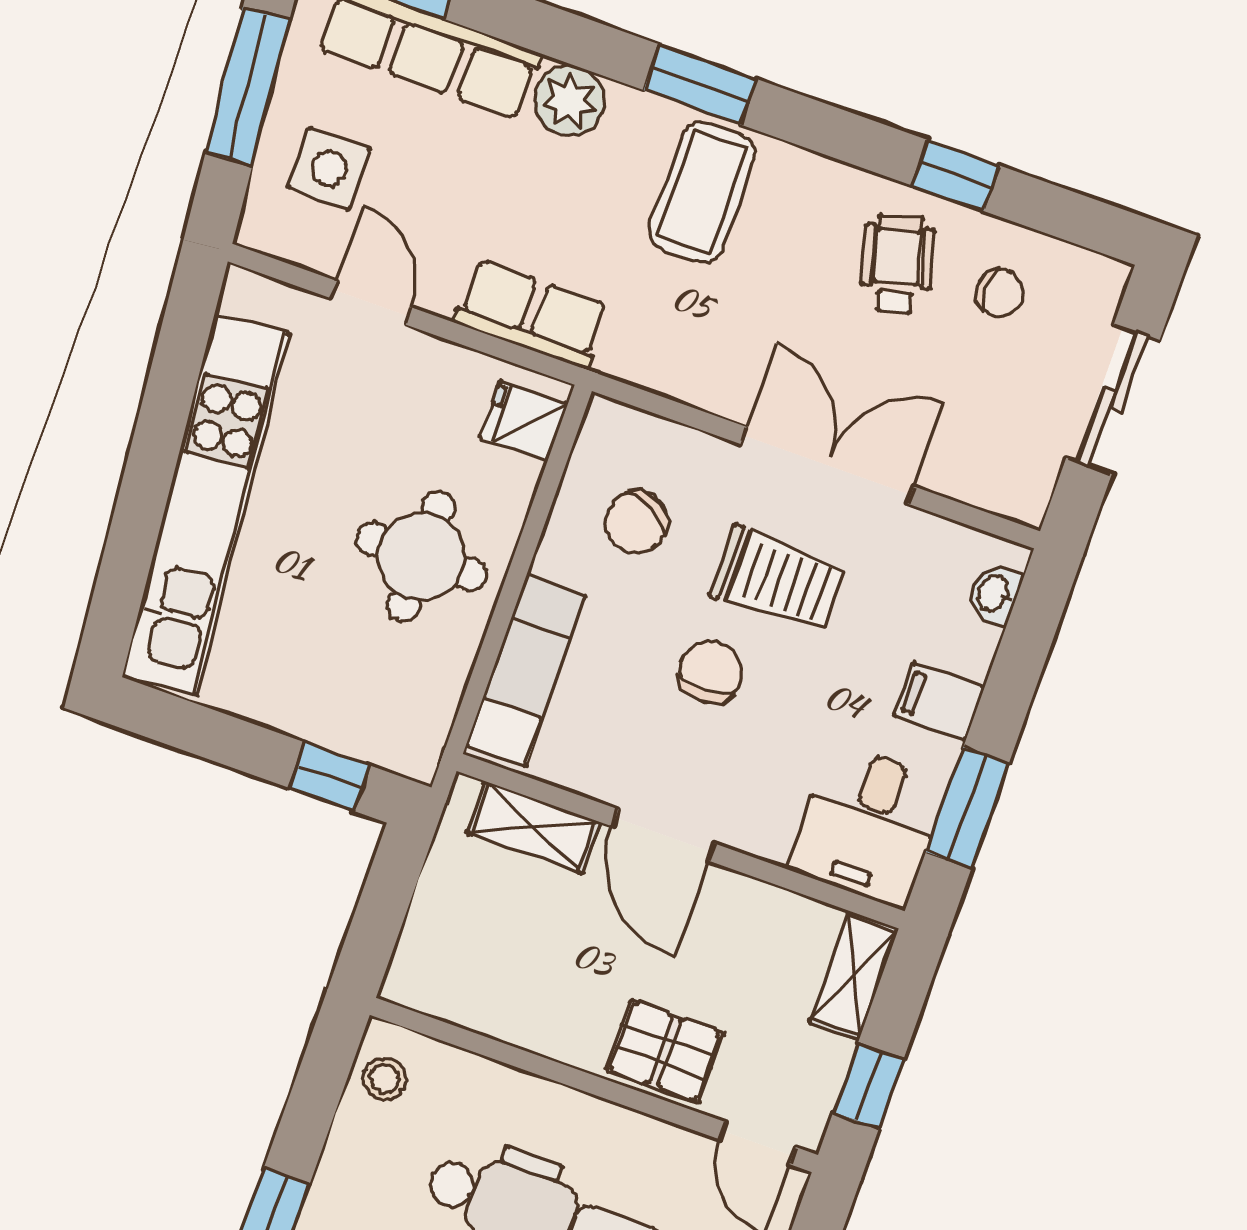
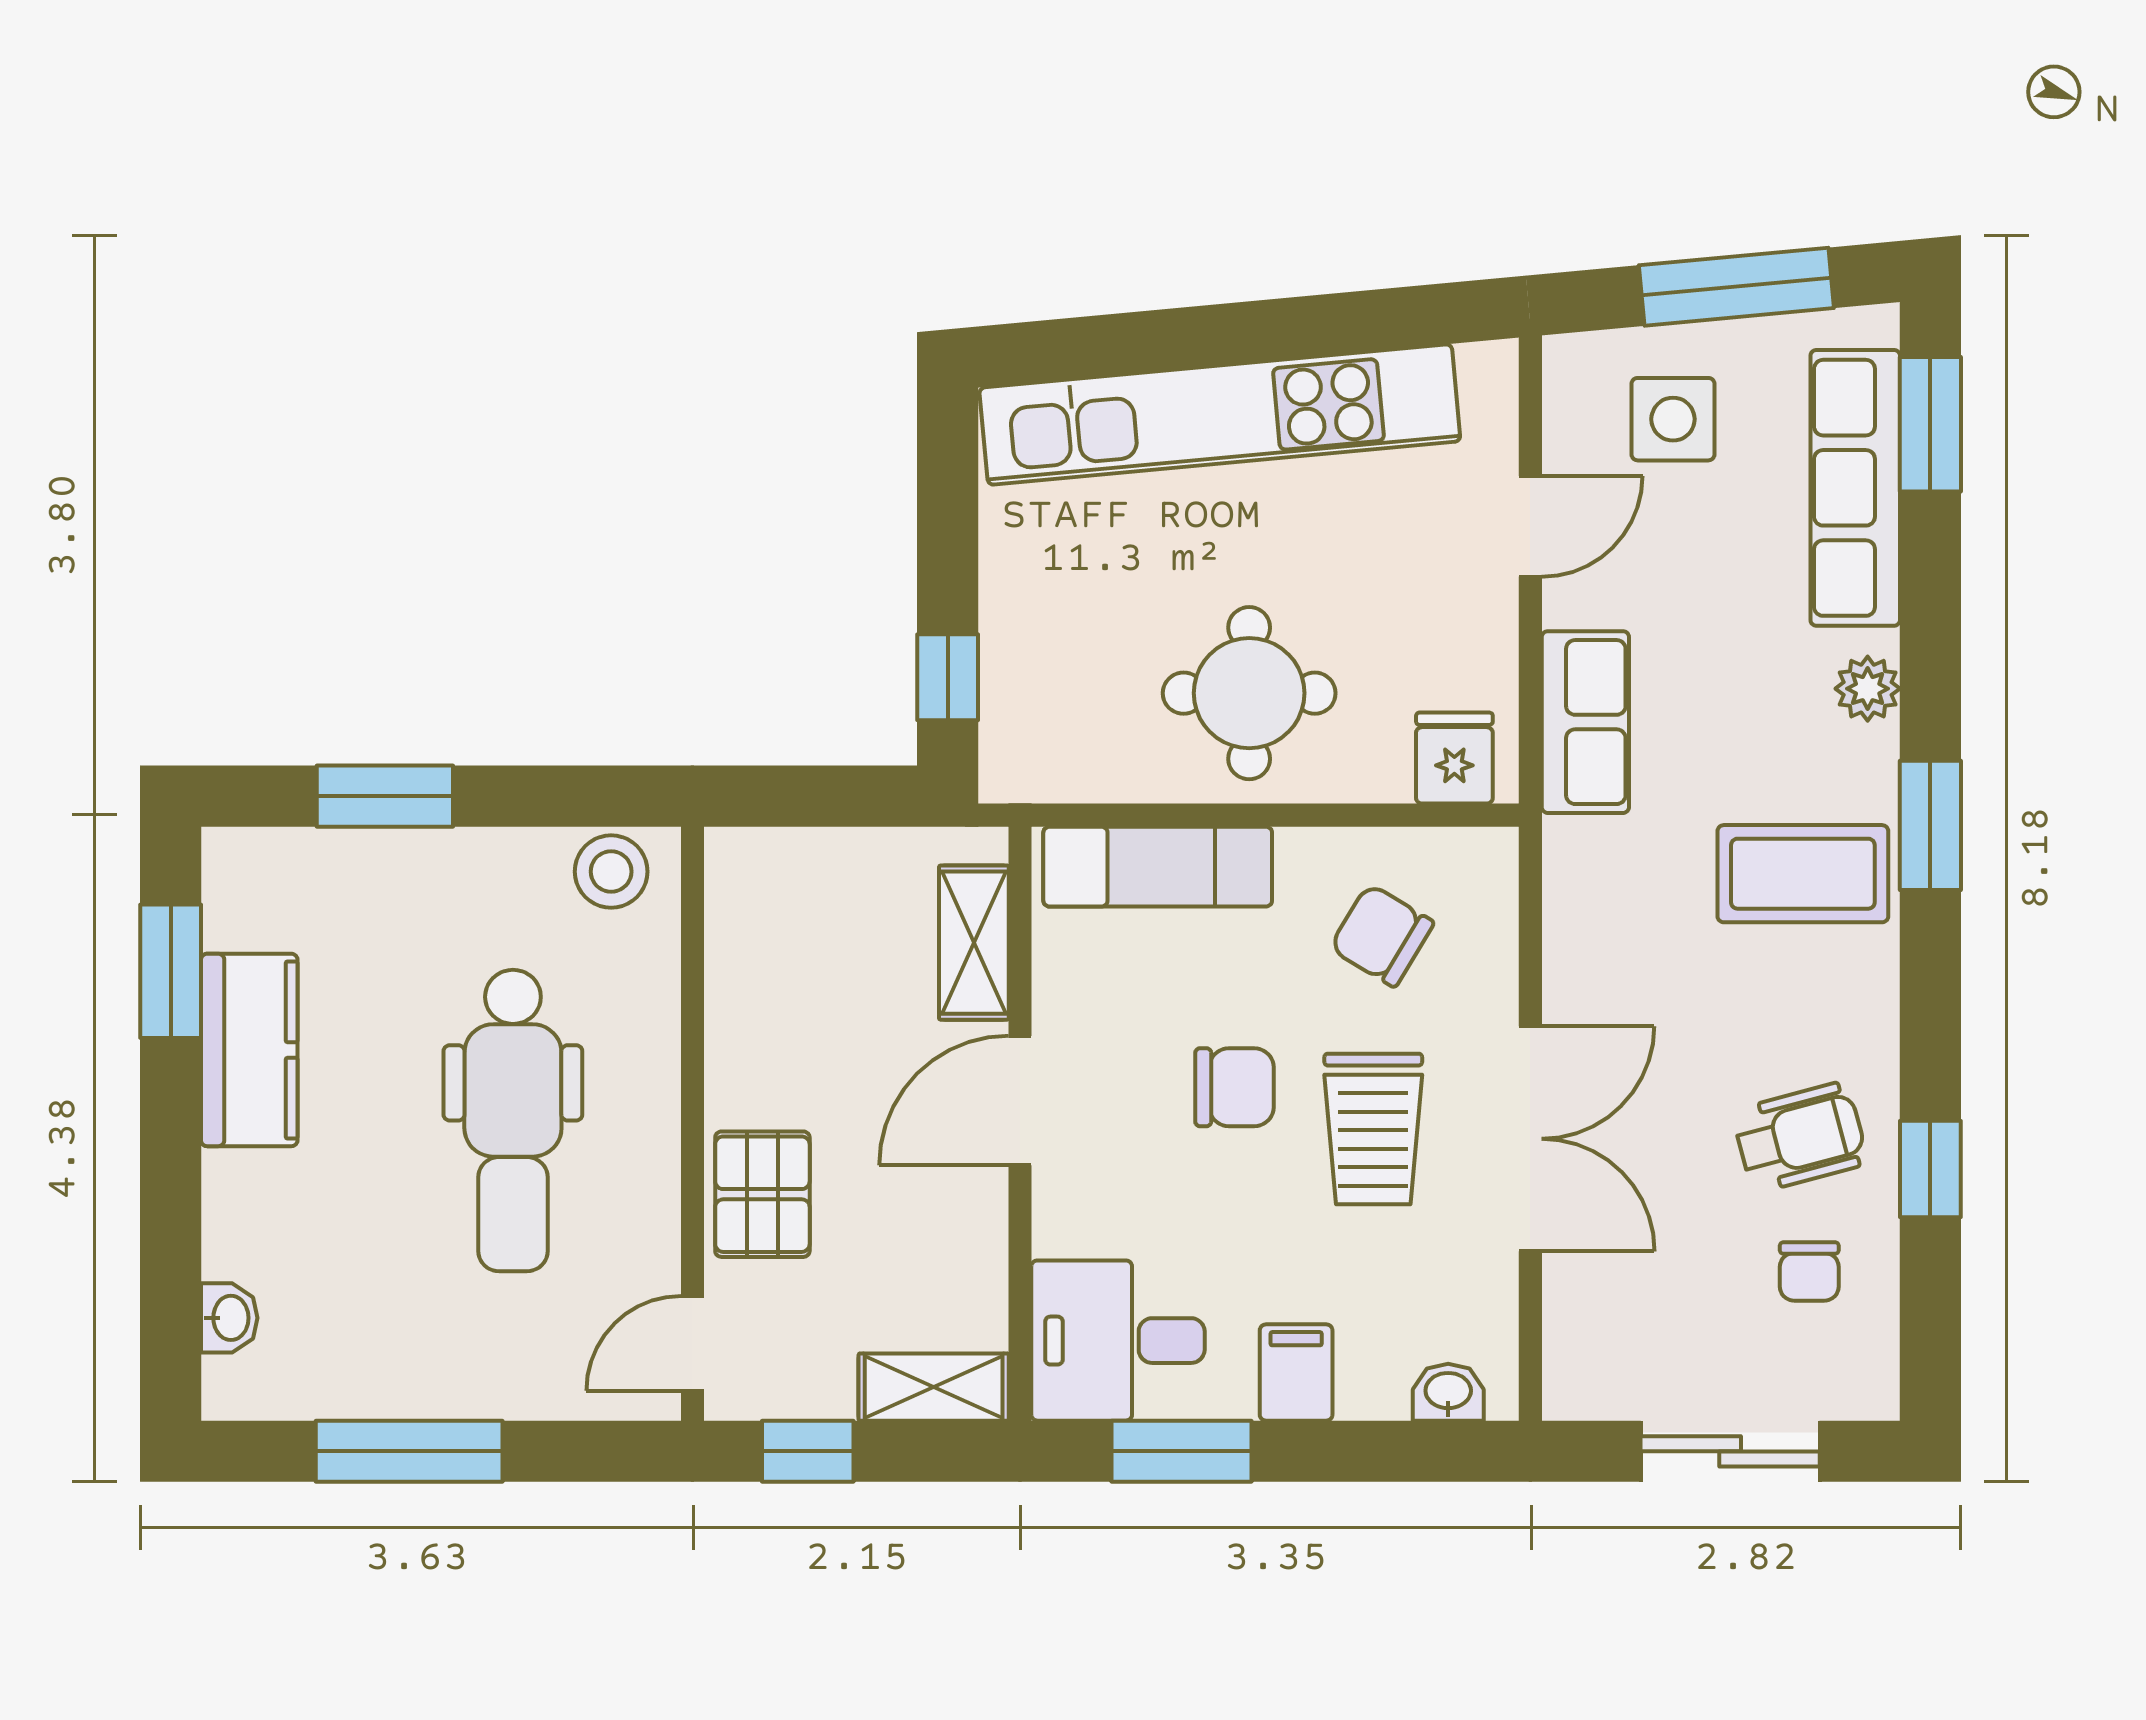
plant: (569, 101) -> (1868, 689), width x0.73, depth x0.73
stool: (385, 1079) -> (611, 872), width x1.37, depth x1.37

